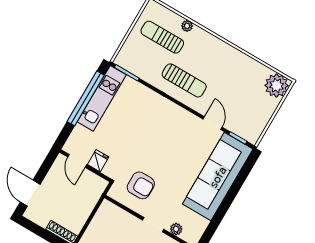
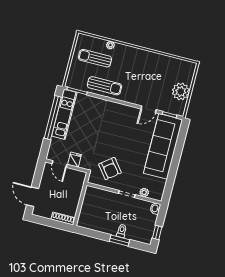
sun lounger: (184, 80) -> (104, 86), moved
plant: (277, 86) -> (181, 91), moved
door: (213, 123) -> (149, 109), swing flipped
armchair: (141, 185) -> (110, 168), turned 52

